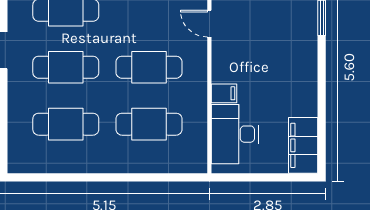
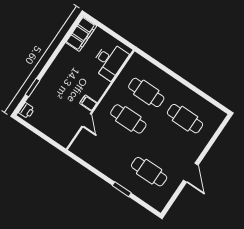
cafe table: (66, 67) -> (167, 145), removed
filing cabinet: (224, 93) -> (88, 103), moved

